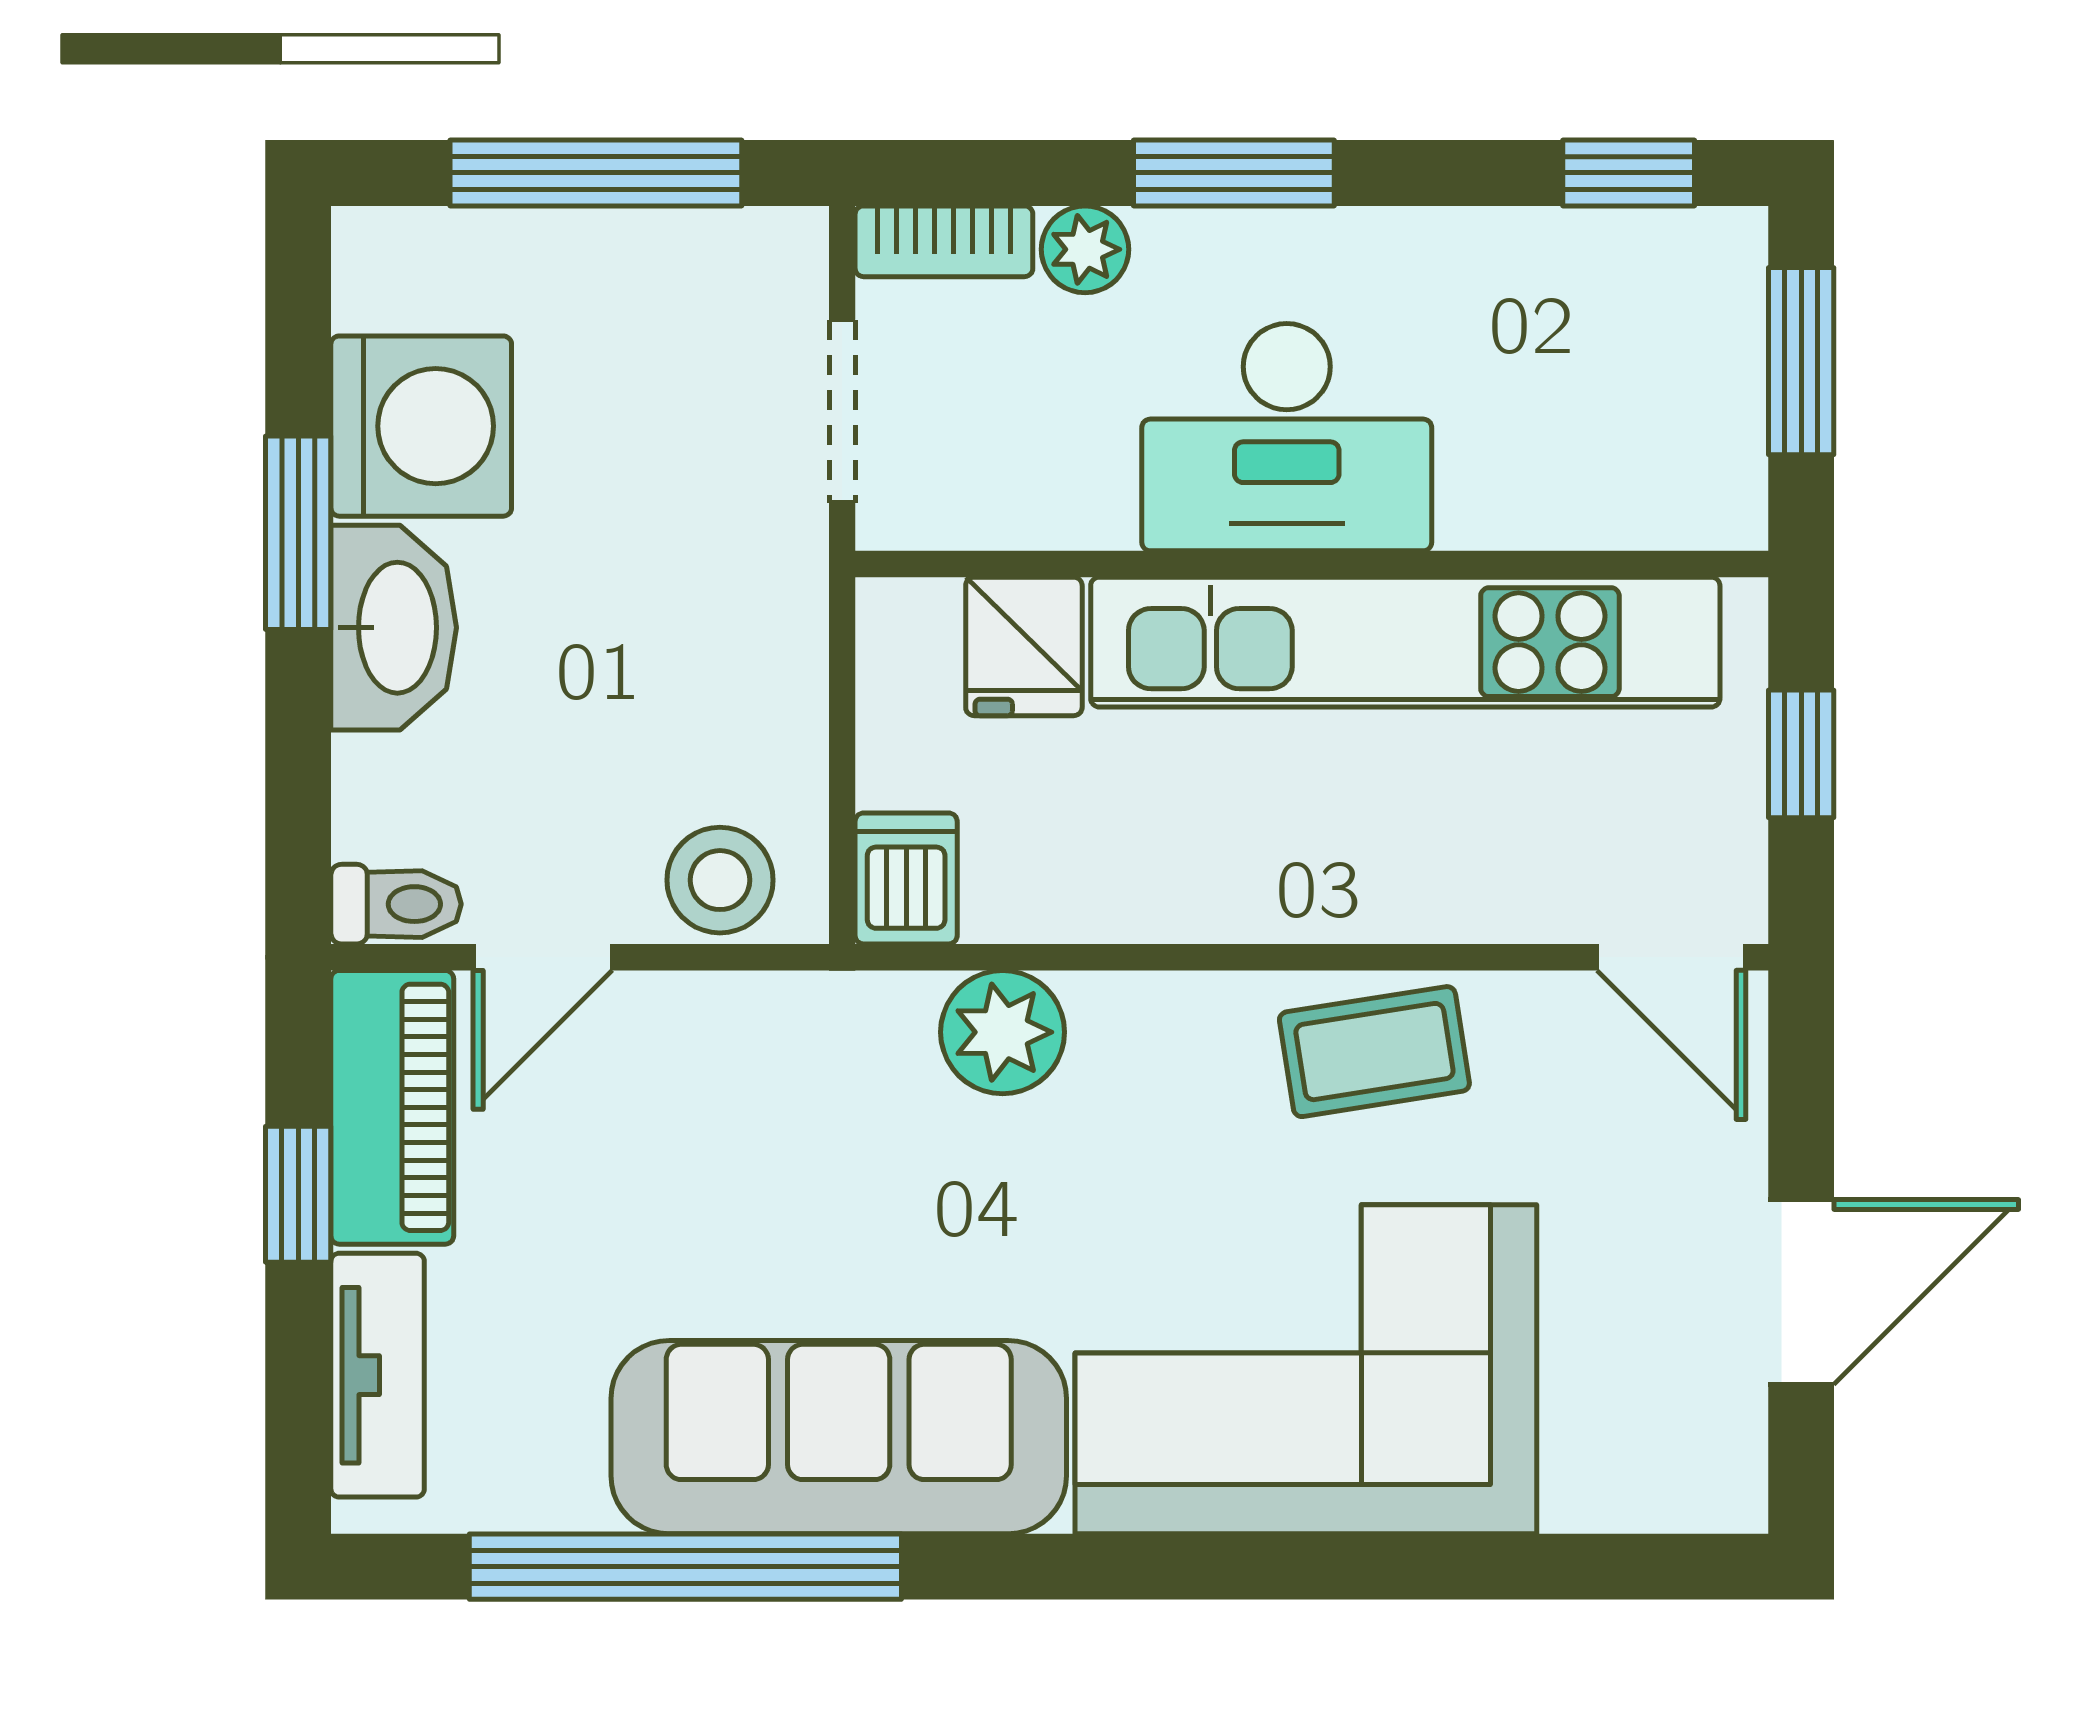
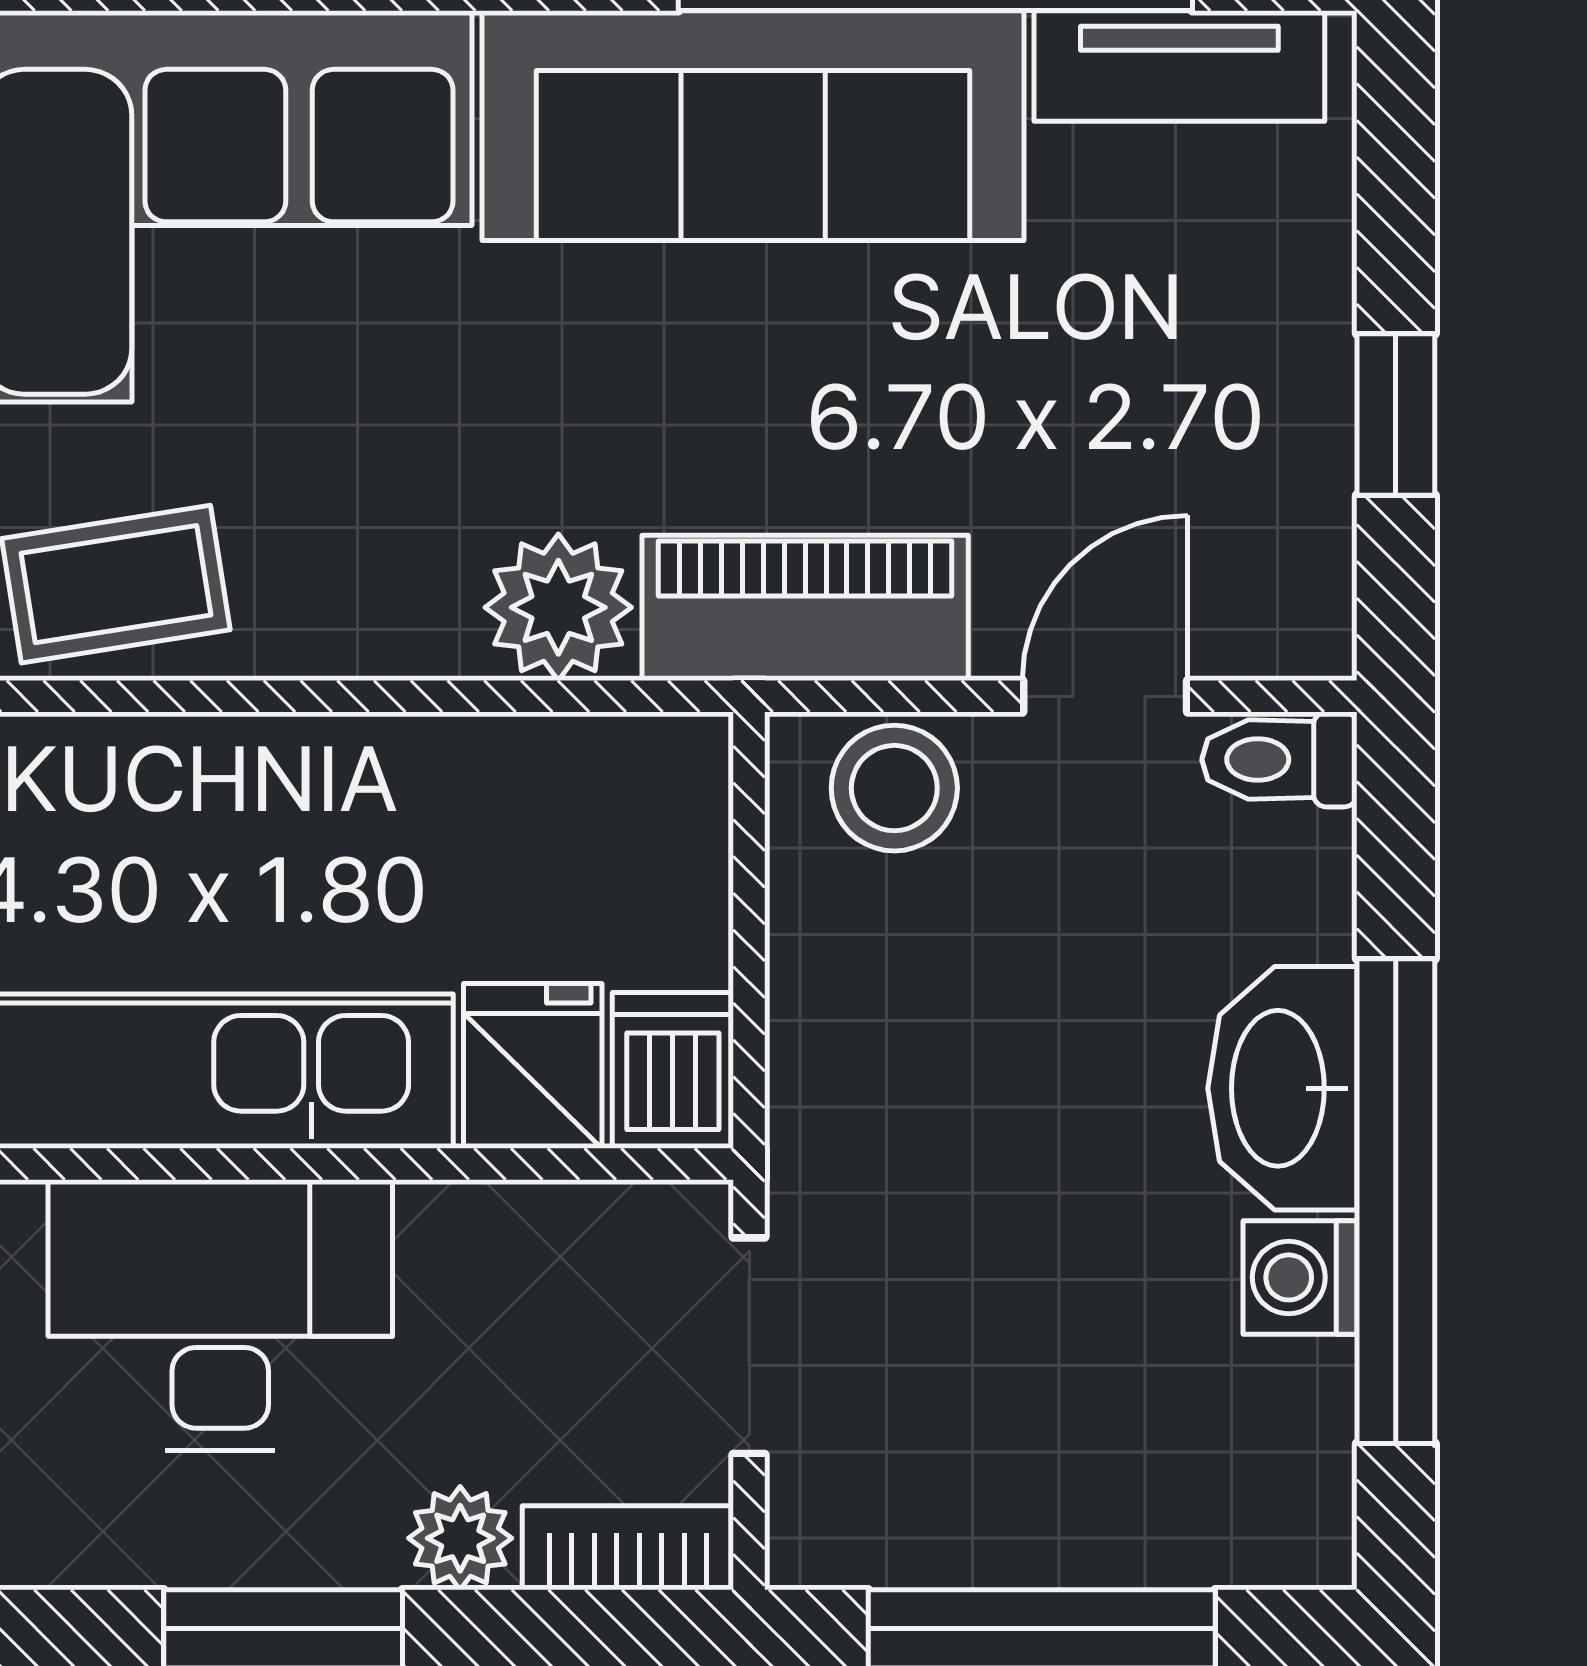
washing machine: (421, 426) -> (1300, 1277), width x0.53, depth x0.53
window: (298, 533) -> (1396, 1201), width x2.11
dishwasher: (906, 878) -> (673, 1070), moved, turned 180
piano: (392, 1107) -> (805, 608), moved, turned 90
tv unit: (378, 1375) -> (1179, 66), moved, turned -90

